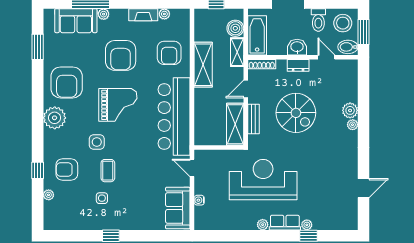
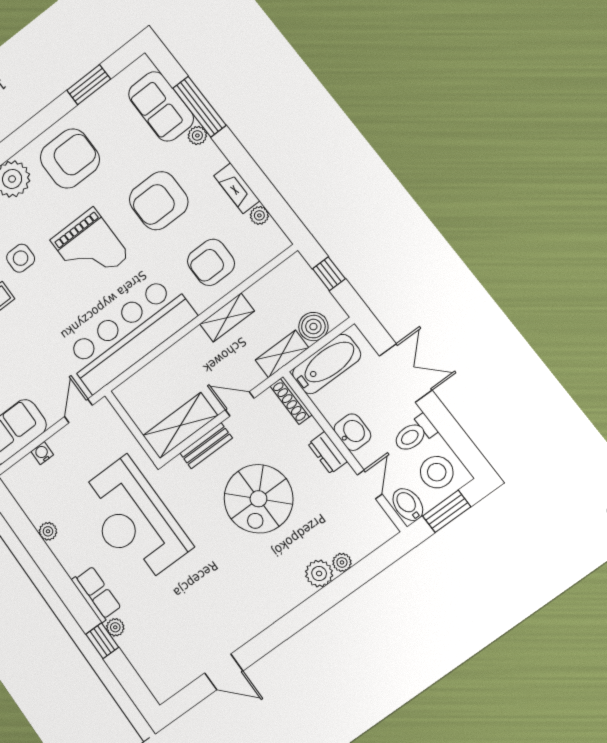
shelving: (203, 65) -> (227, 318), width x0.67, depth x0.75
armchair: (67, 82) -> (70, 158), turned 180
plant: (353, 125) -> (342, 562), moved
reception desk: (263, 180) -> (133, 520), turned 180
plant: (263, 225) -> (48, 531), moved

